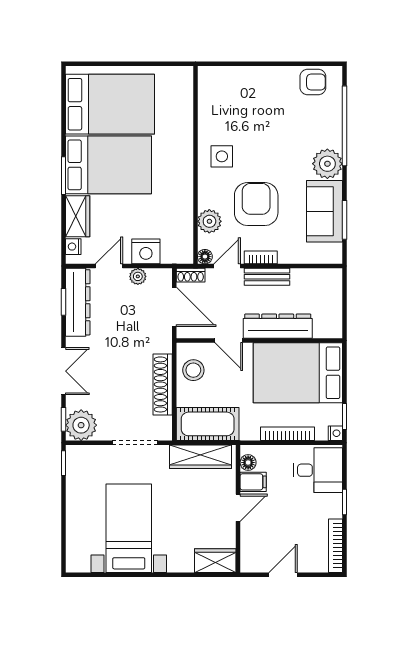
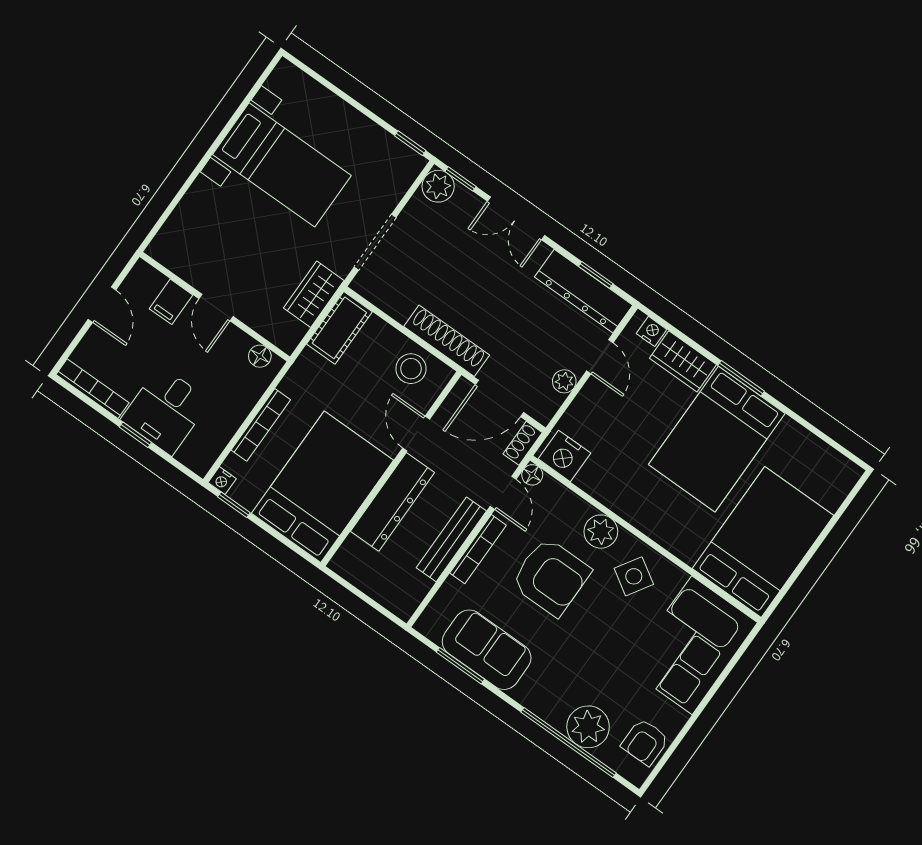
corner sofa: (238, 95) -> (692, 645), added
bed: (110, 104) -> (763, 542), moved, turned 180
side table: (222, 156) -> (634, 576), turned 32
plant: (327, 164) -> (588, 727), moved
plant: (209, 221) -> (601, 532), moved
nightstand: (146, 251) -> (564, 456), moved, turned -90
bookcase: (261, 257) -> (478, 549), width x1.56
bench: (267, 277) -> (451, 539), width x1.36
door: (229, 341) -> (416, 434), hinge flipped
shoe rack: (163, 384) -> (447, 341), moved
cot: (208, 424) -> (339, 328), width x0.73, depth x0.75
plant: (81, 425) -> (438, 186), width x0.73, depth x0.73
wardrobe: (201, 457) -> (314, 294), width x0.67
desk: (318, 470) -> (166, 410), moved
filing cabinet: (253, 482) -> (171, 302), moved
wardrobe: (215, 561) -> (174, 238), removed

